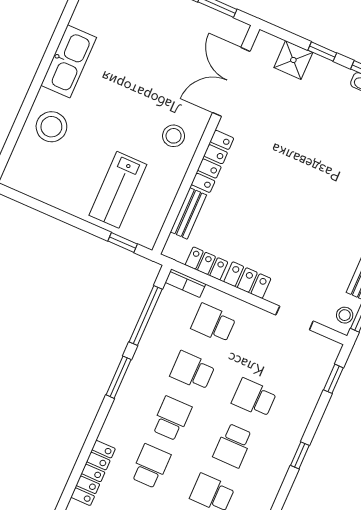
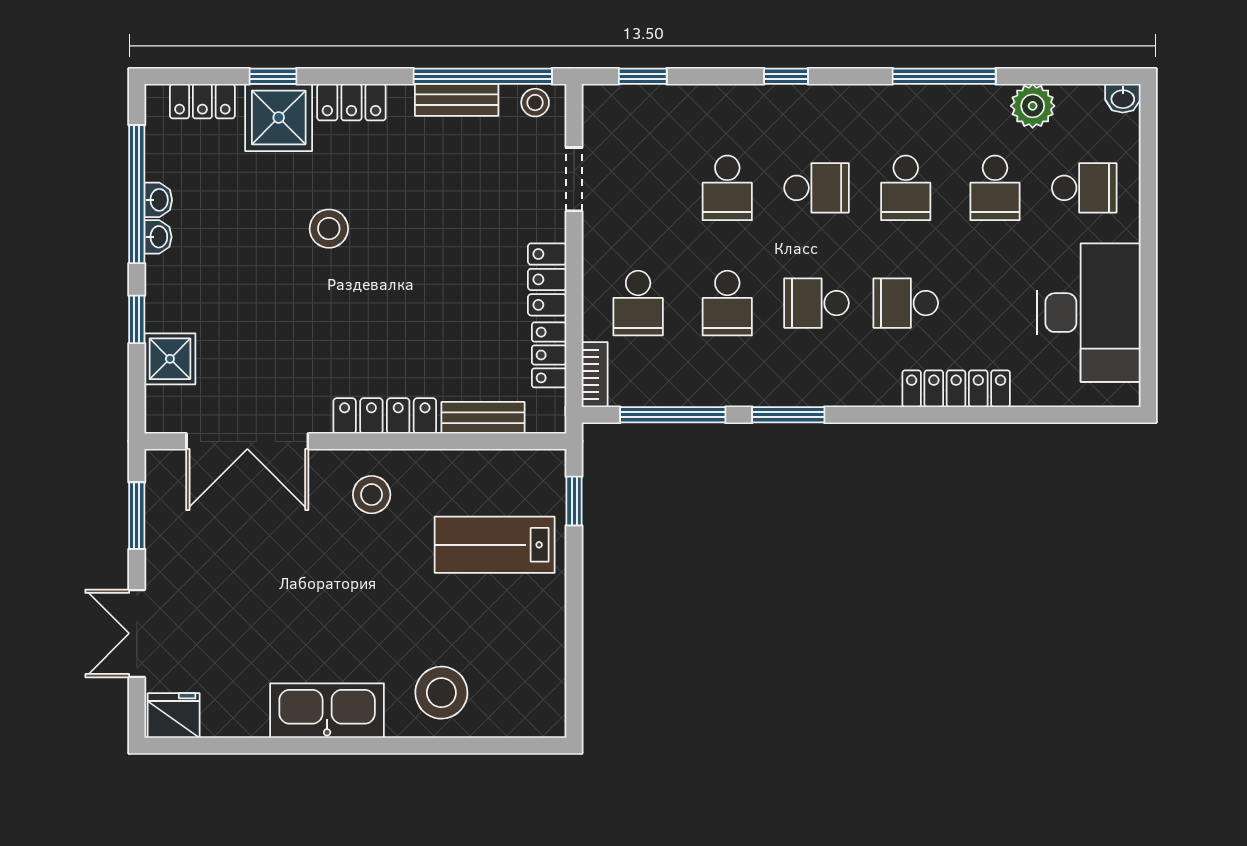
stool: (326, 175) -> (329, 229), added
lab bench: (118, 190) -> (495, 545), turned 180

